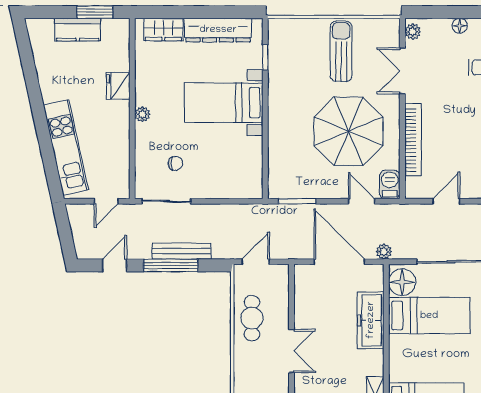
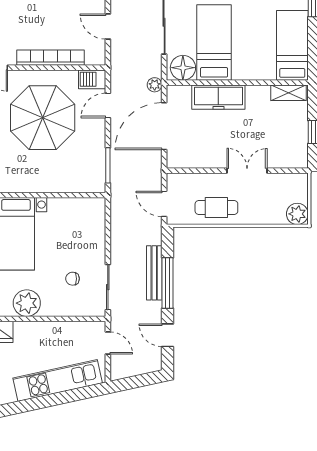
plant: (142, 114) -> (27, 303), width x1.88, depth x1.88
chair: (175, 163) -> (72, 279), turned -90

